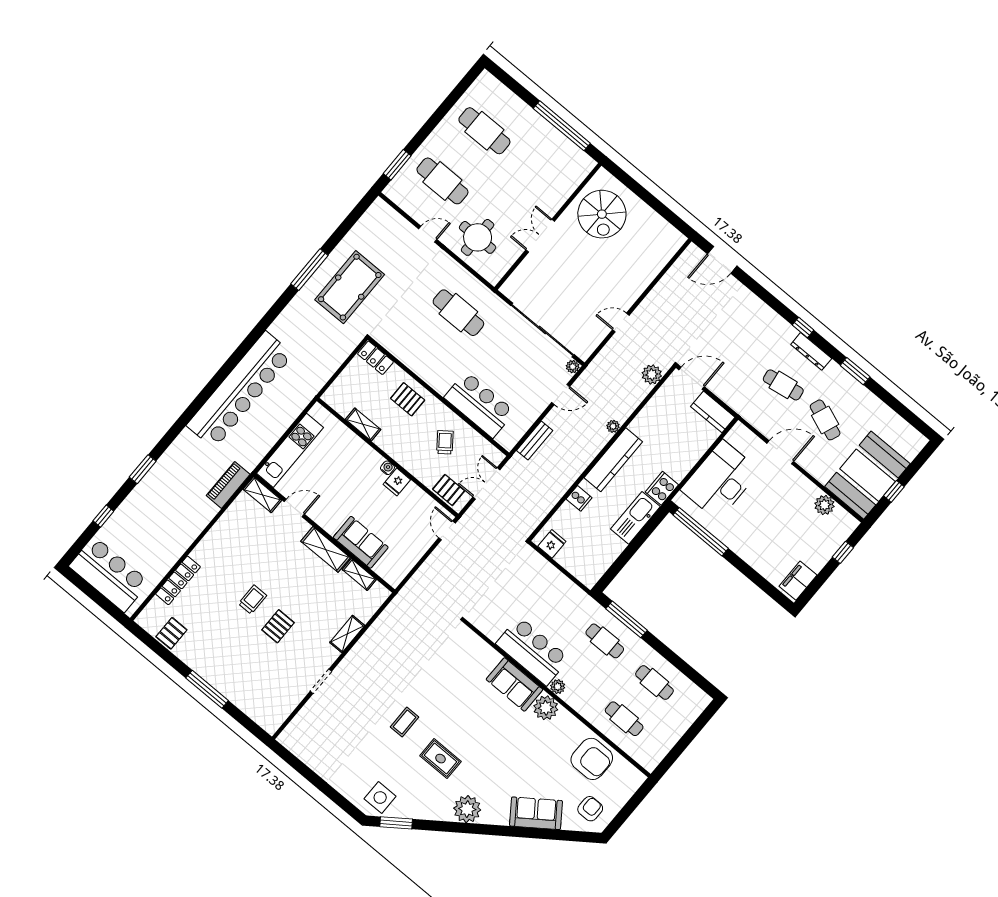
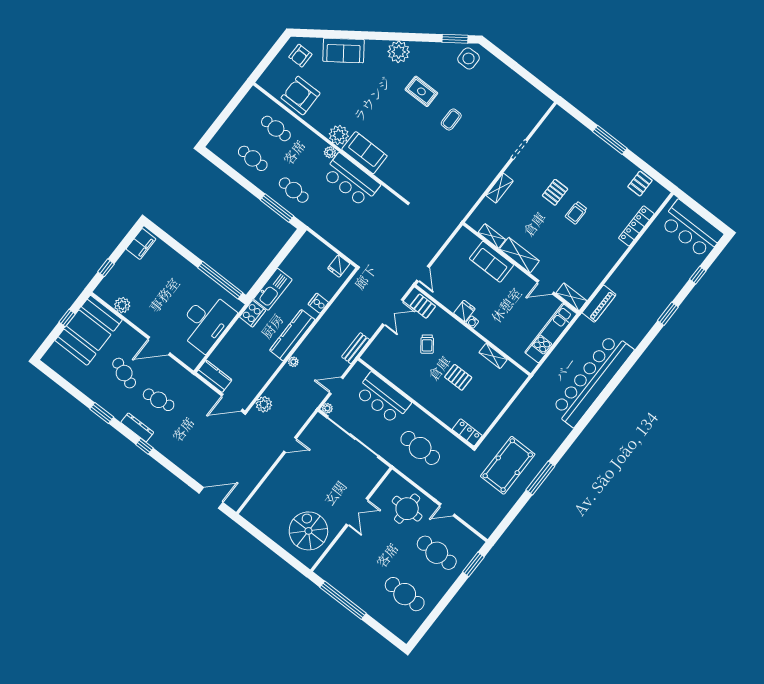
locker: (375, 358) -> (467, 432), moved
wall: (438, 396) -> (416, 403), moved
bar counter: (479, 405) -> (383, 398), moved

